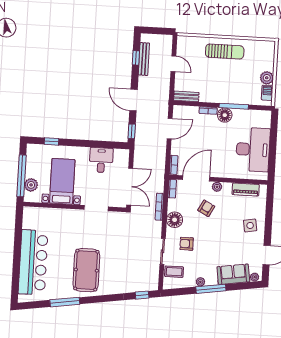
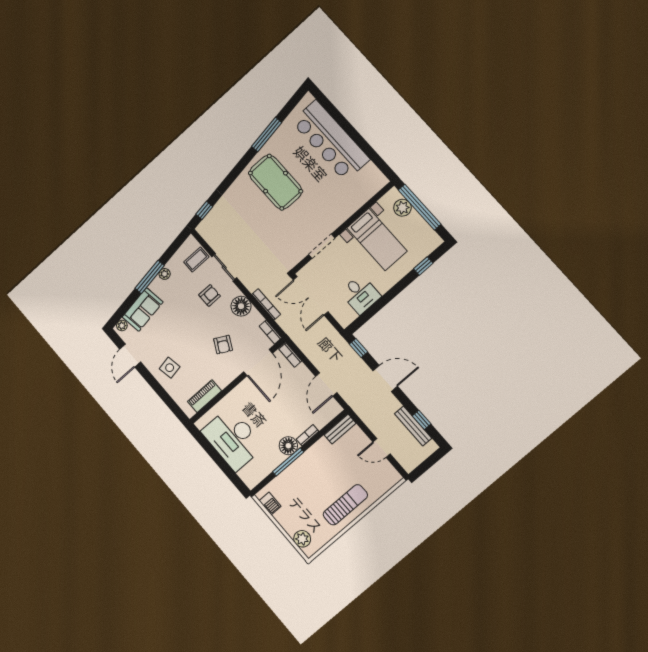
sun lounger: (225, 52) -> (345, 505), turned 180
plant: (267, 78) -> (302, 539), moved
plant: (217, 187) -> (232, 373), removed

